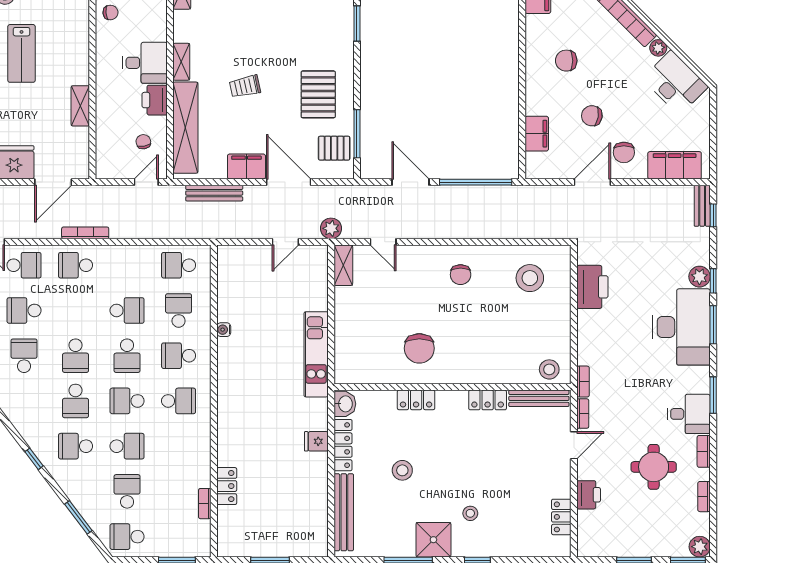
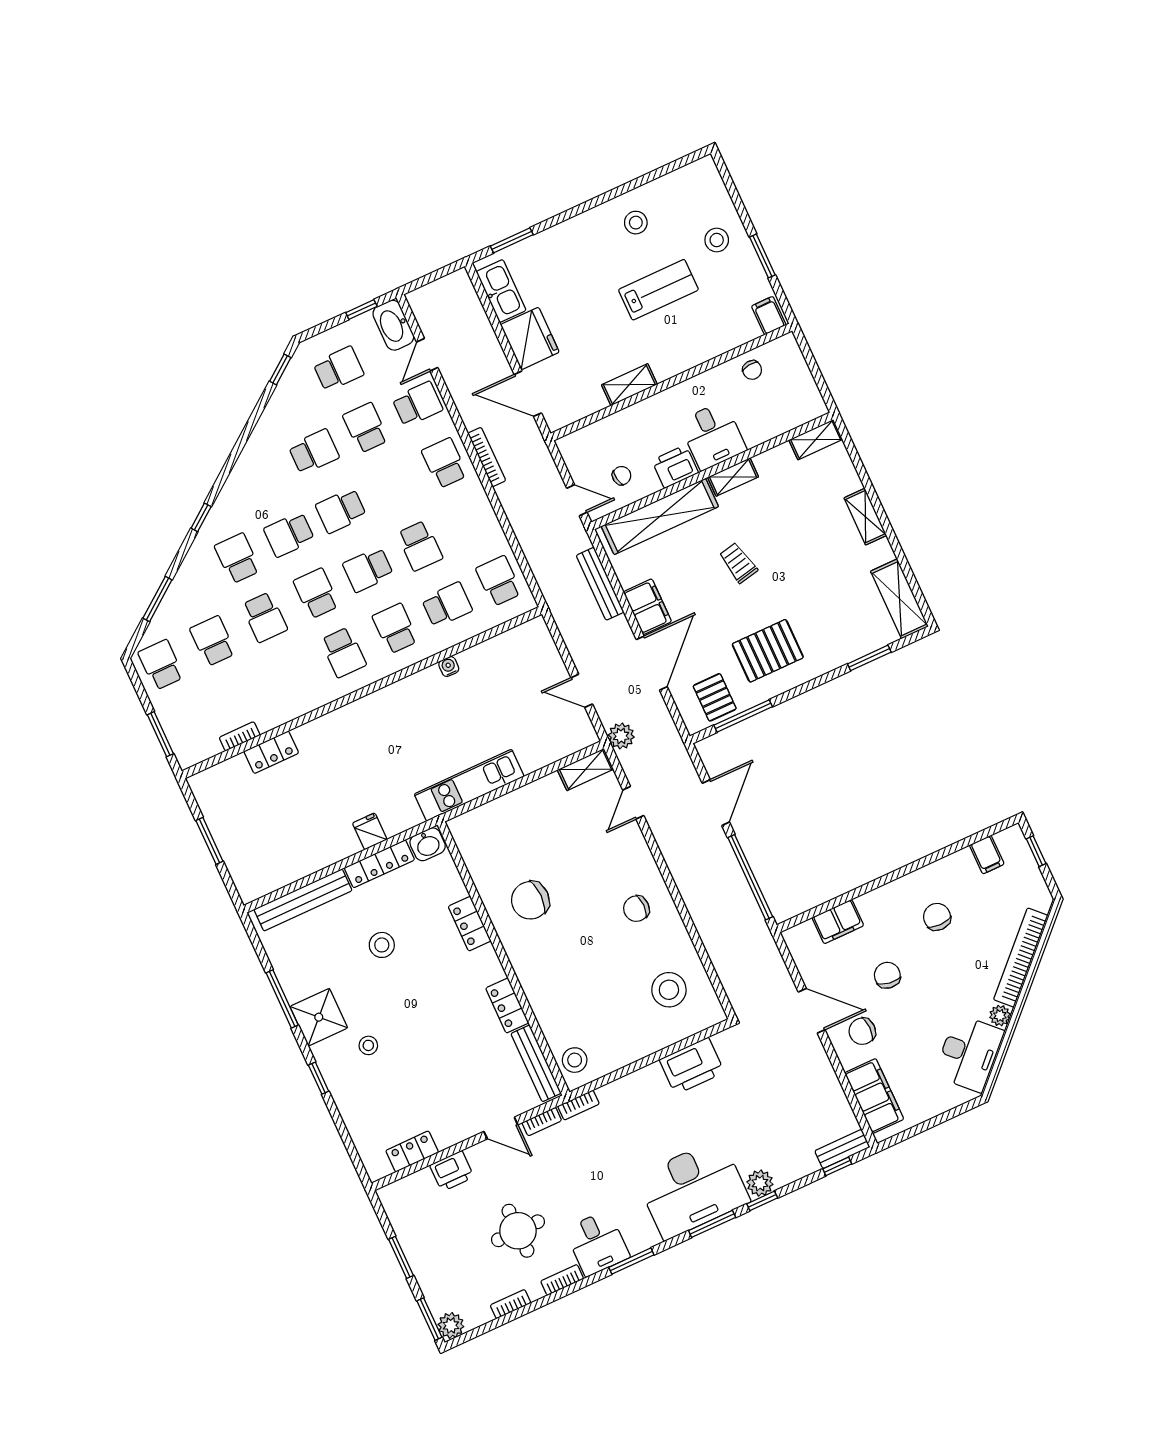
lab bench: (22, 53) -> (658, 290), turned 180
school desk: (24, 265) -> (417, 404), turned -90
school desk: (127, 491) -> (213, 641), turned -90

